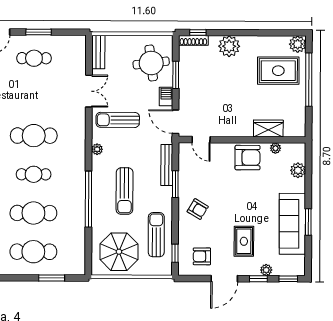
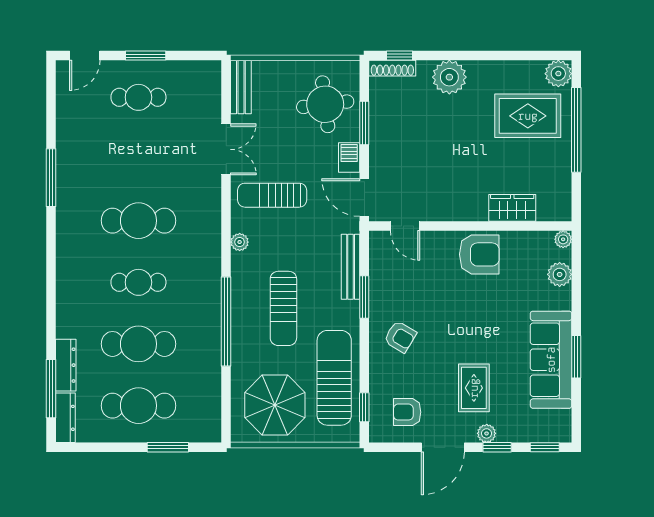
plant: (276, 148) -> (563, 239), moved
sun lounger: (156, 235) -> (334, 378), width x1.36, depth x1.34
plant: (266, 270) -> (487, 433), moved

